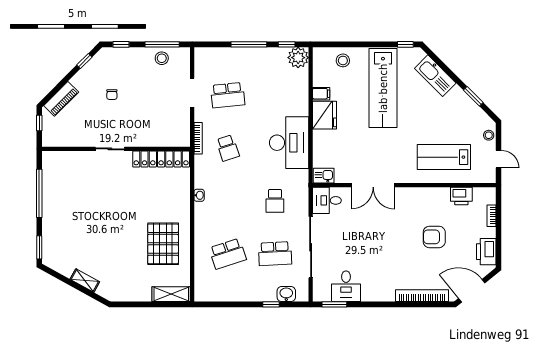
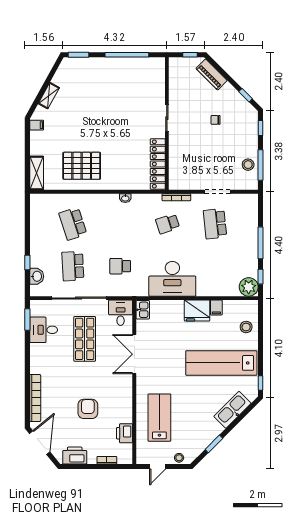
shop shelf: (356, 240) -> (85, 339), added
filing cabinet: (118, 294) -> (37, 125), added

